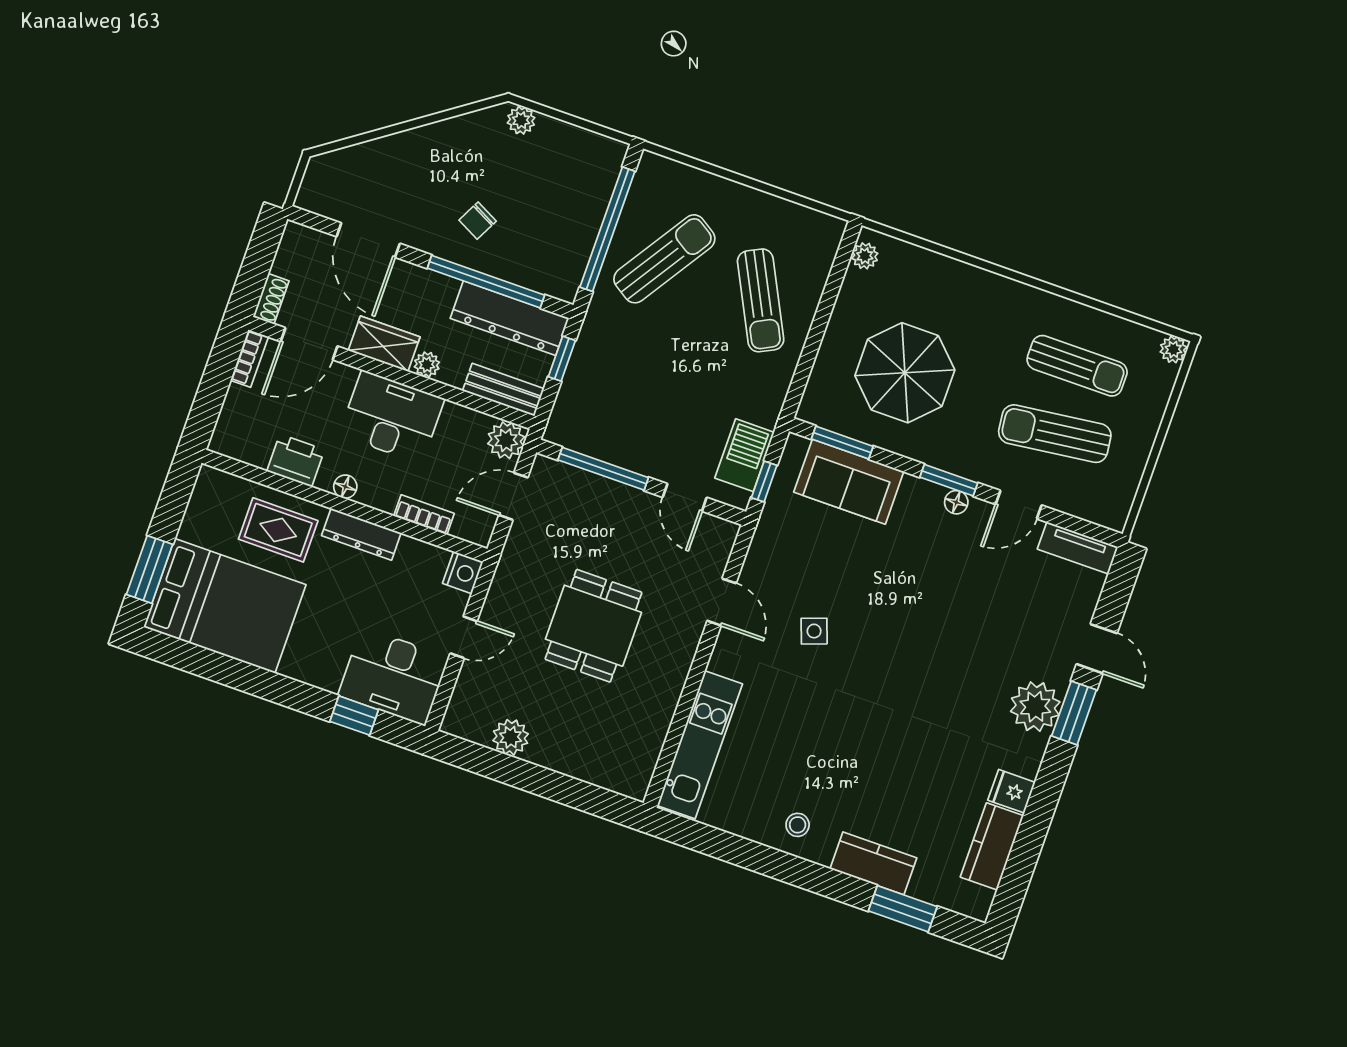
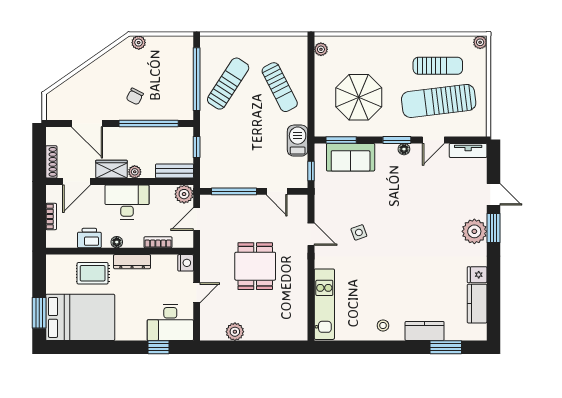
shoe rack: (271, 299) -> (51, 162), width x1.43
dresser: (510, 318) -> (166, 137), removed
bookcase: (249, 359) -> (51, 216), moved
sun lounger: (1055, 434) -> (439, 101), width x1.36, depth x1.34
barbecue: (744, 455) -> (298, 141), moved

